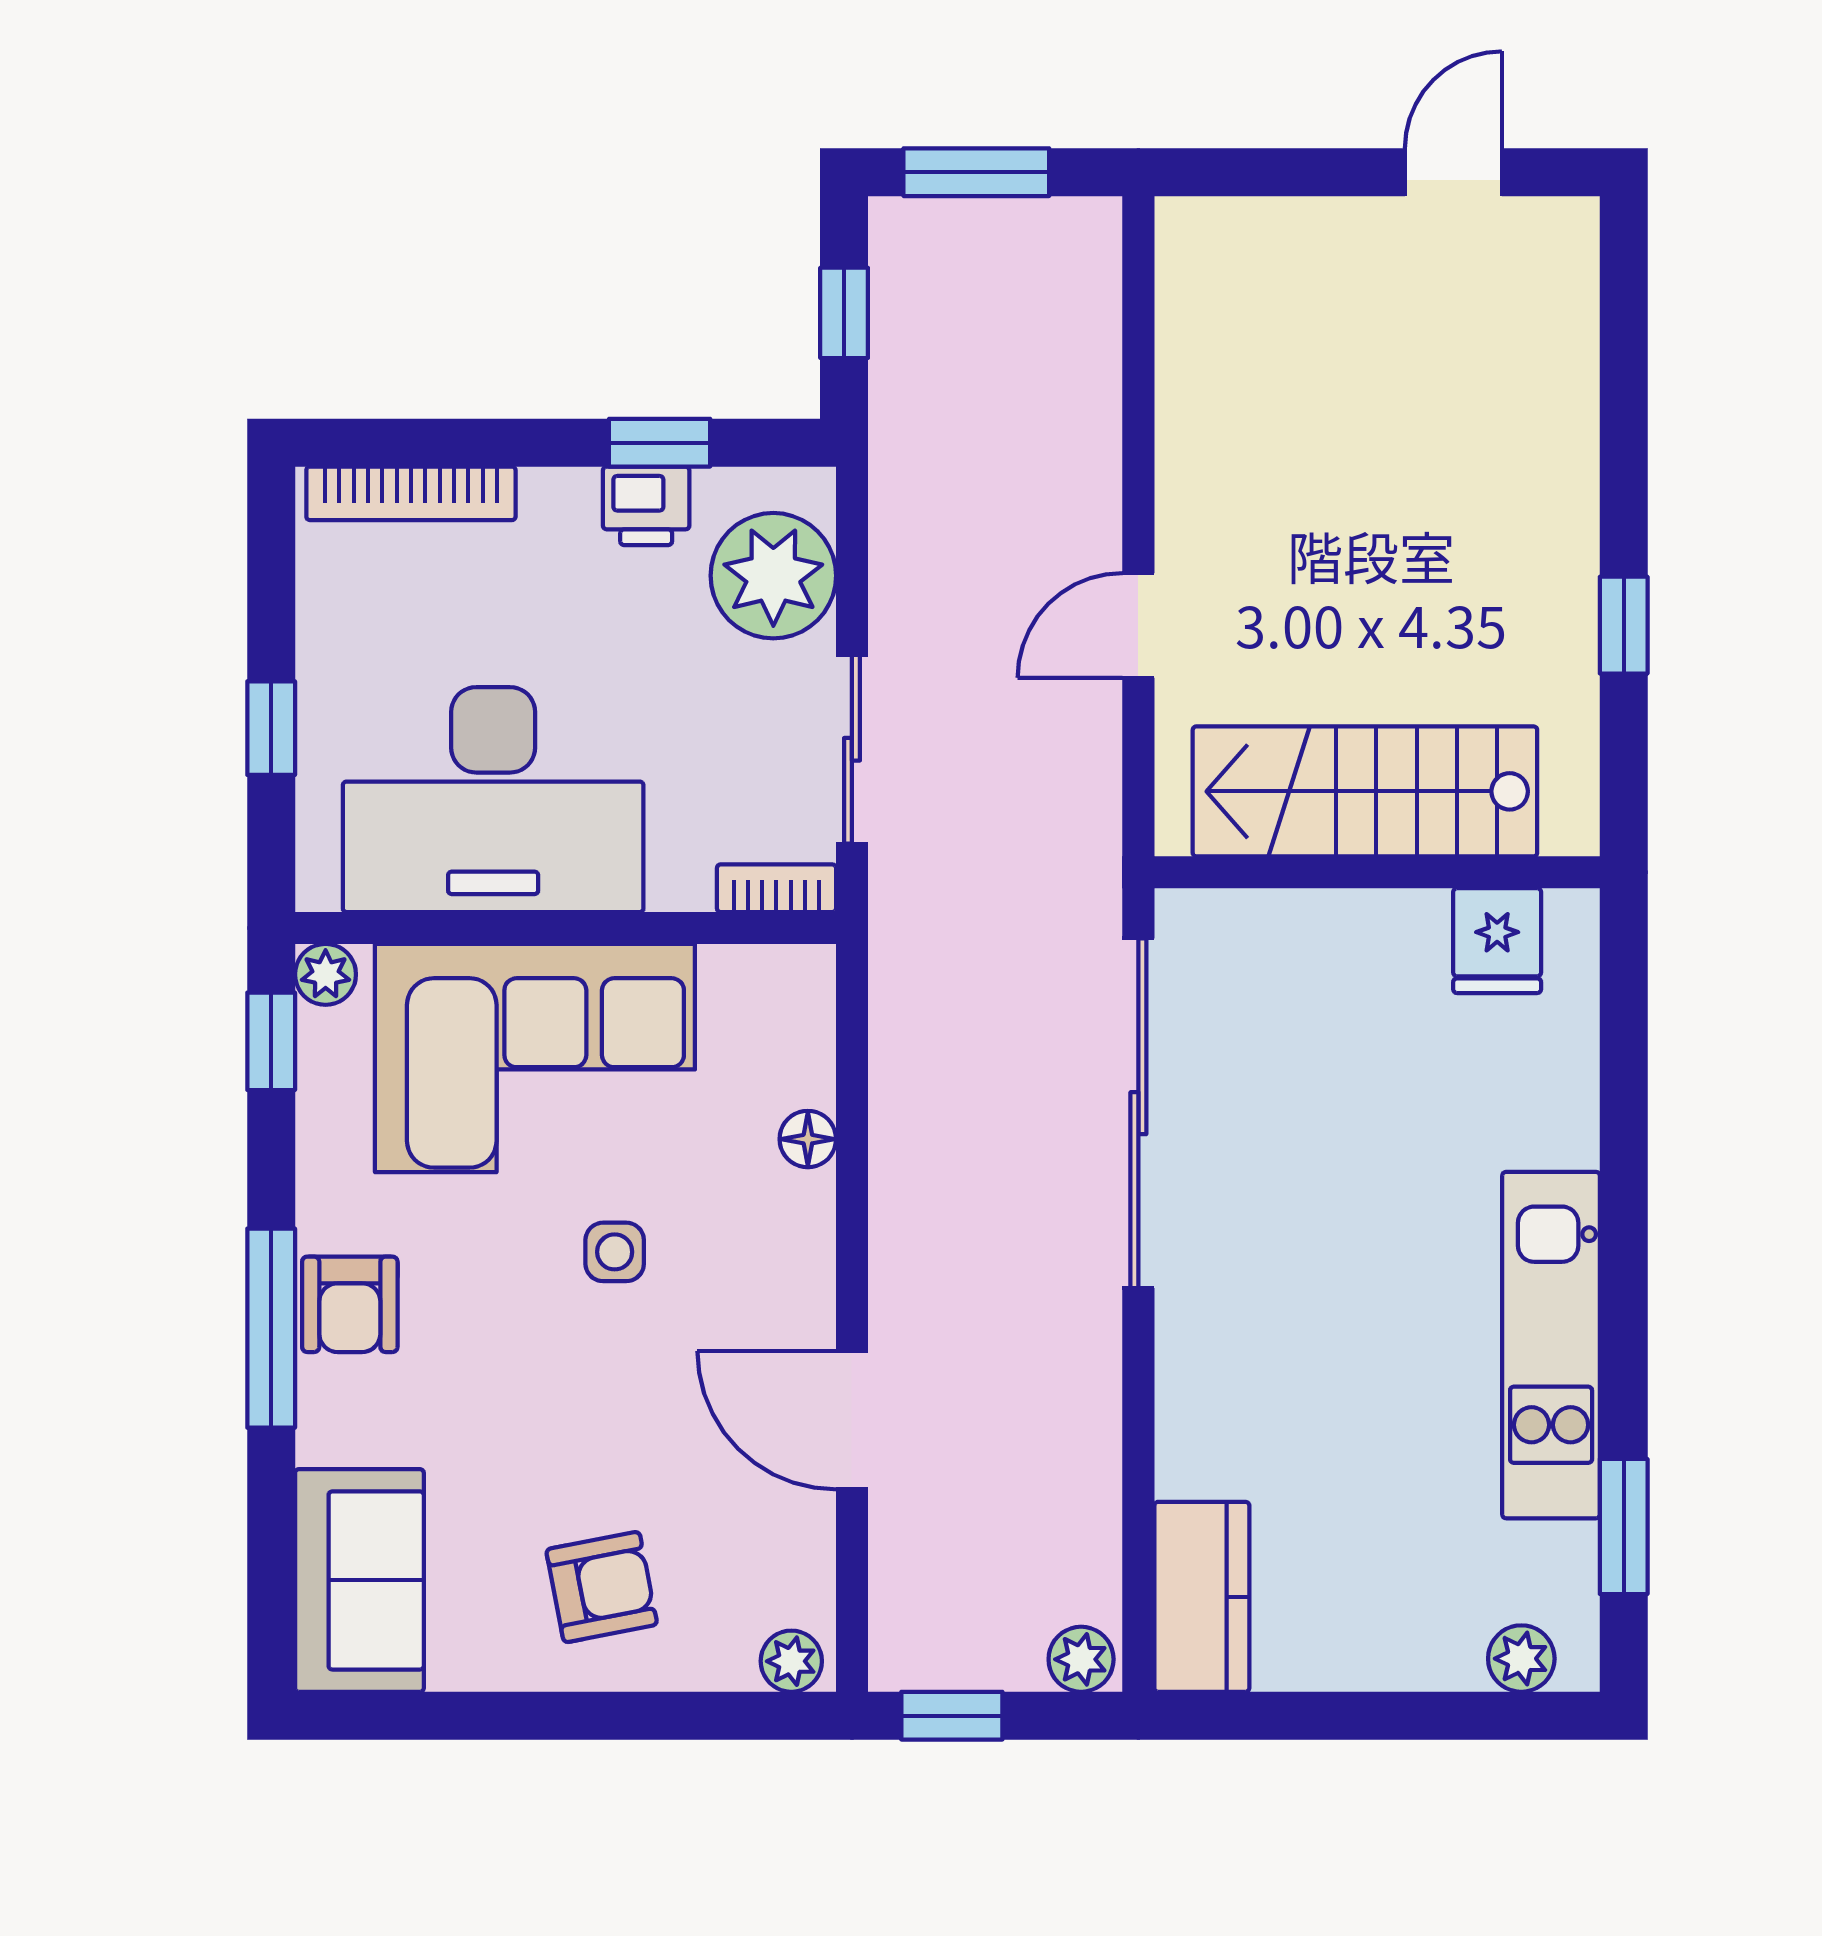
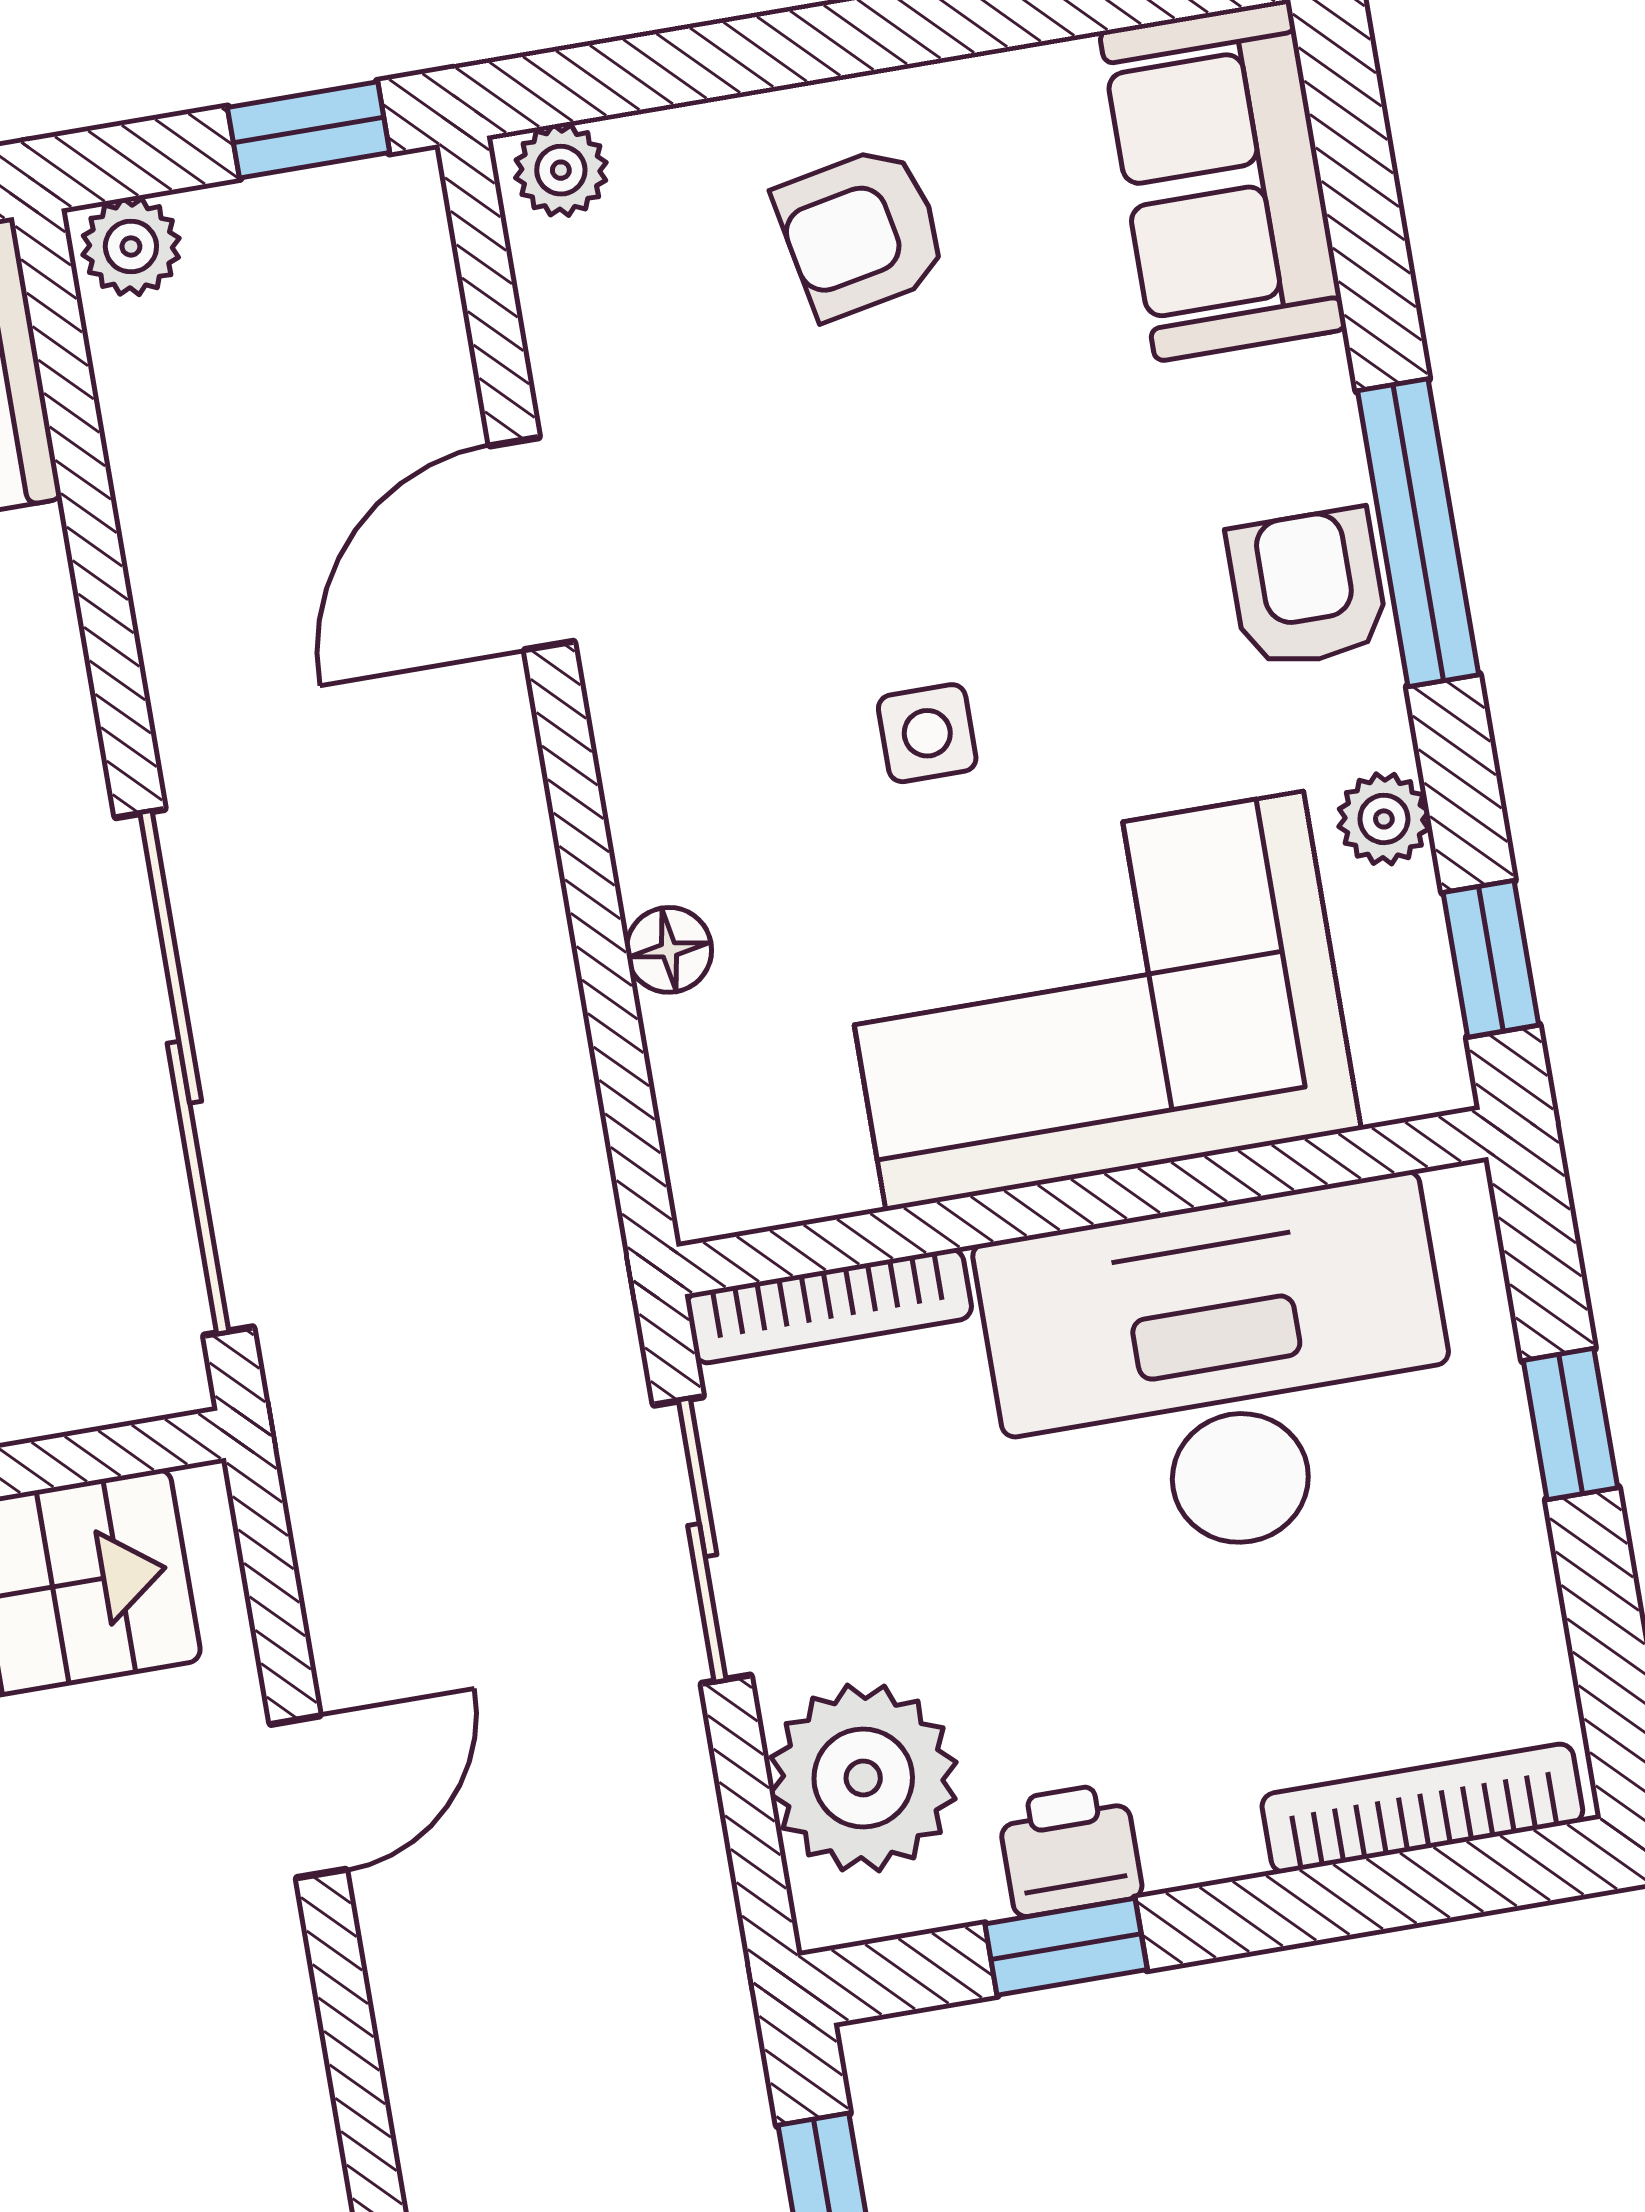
bookcase: (776, 888) -> (829, 1306), width x1.56
plant: (326, 974) -> (1384, 819), moved
door: (852, 1420) -> (532, 544), swing flipped

